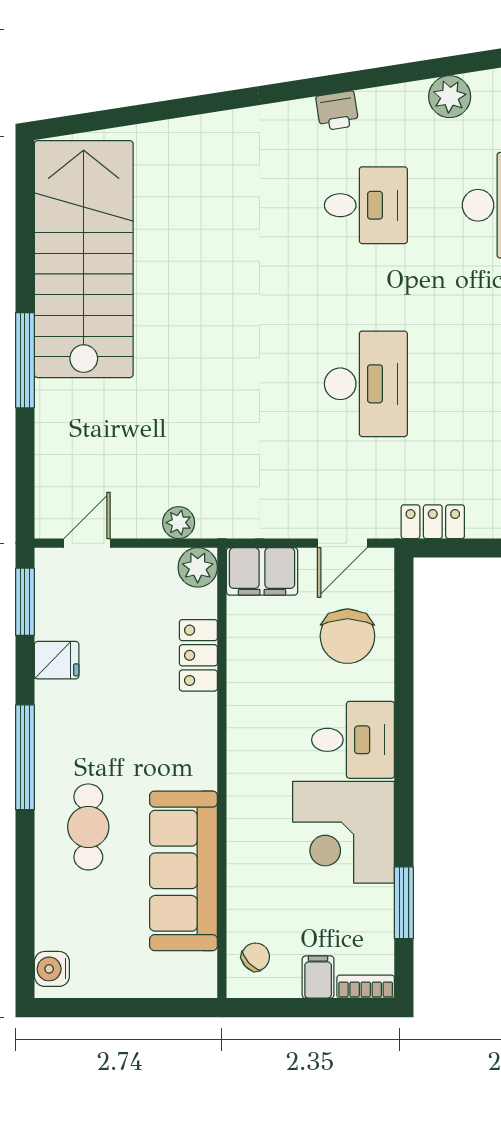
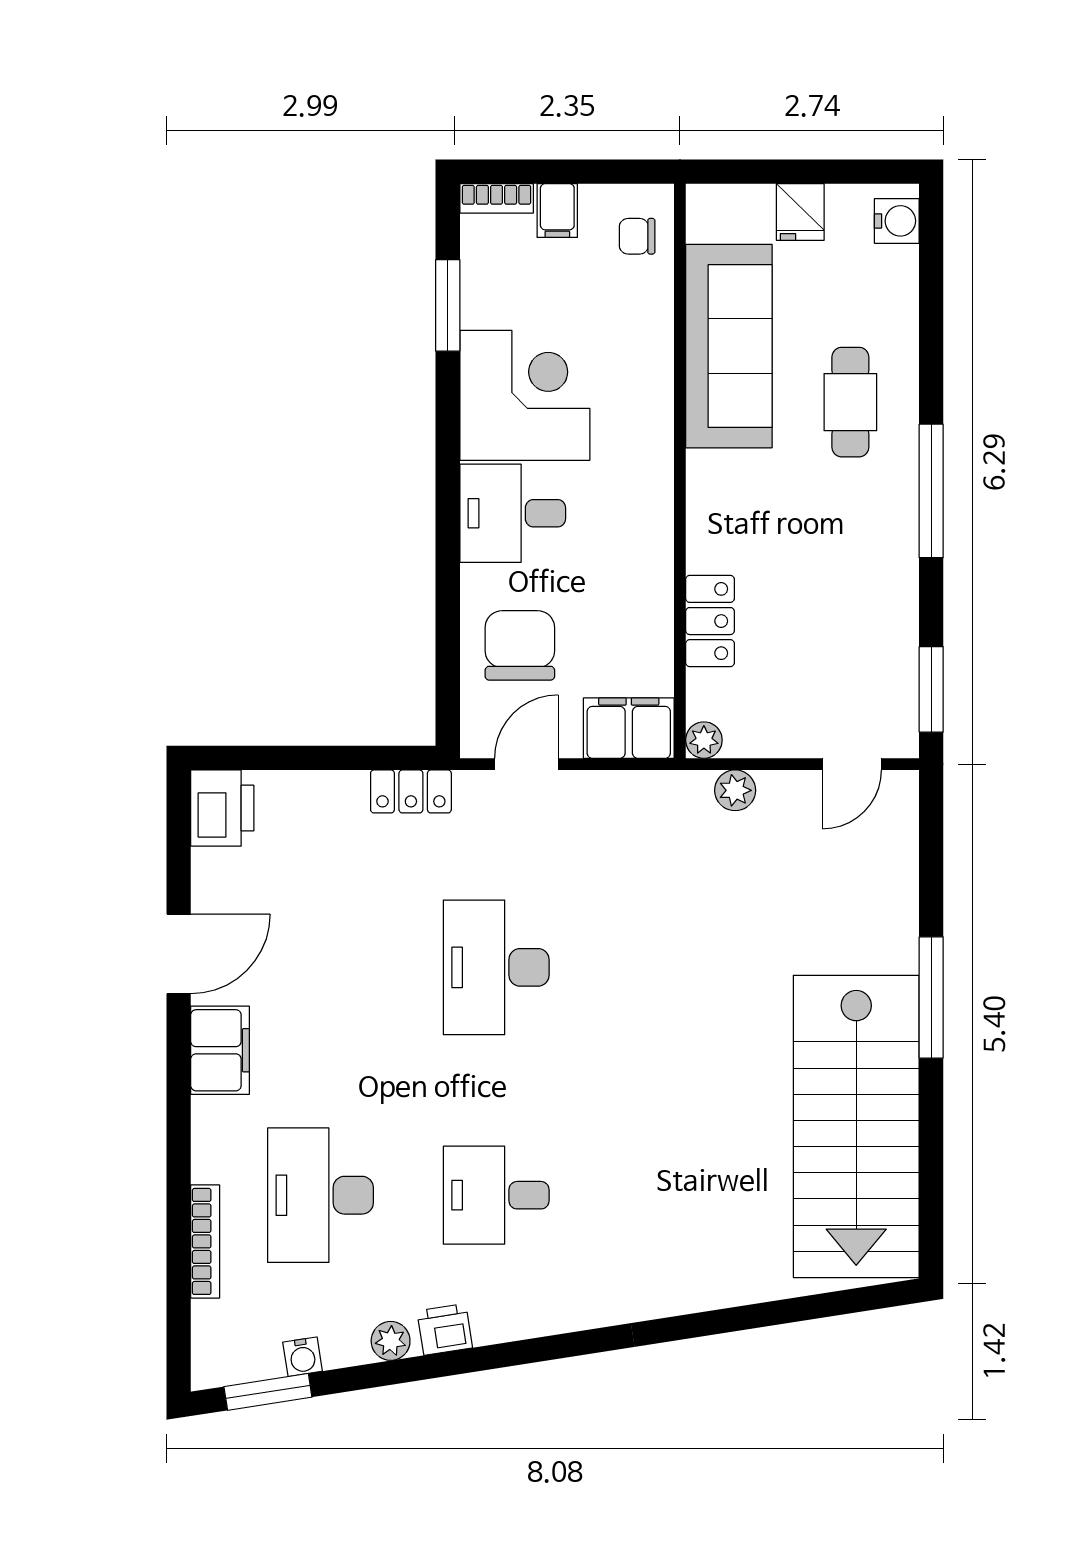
plant: (450, 97) -> (391, 1341), width x0.73, depth x0.73
printer: (337, 111) -> (445, 1329), moved
plant: (198, 567) -> (704, 740), width x0.73, depth x0.73
fridge: (57, 660) -> (800, 212), moved, turned -90
chair: (256, 957) -> (637, 236), turned 43

